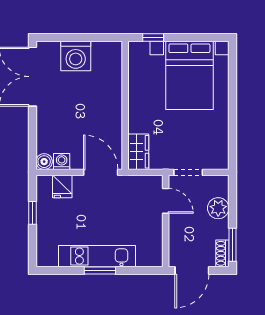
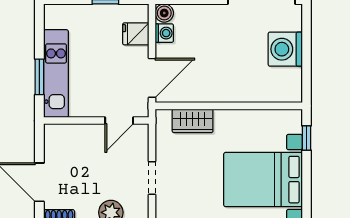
wardrobe: (138, 152) -> (193, 121), moved
door: (166, 201) -> (119, 121), moved
wall: (166, 221) -> (96, 121), moved

